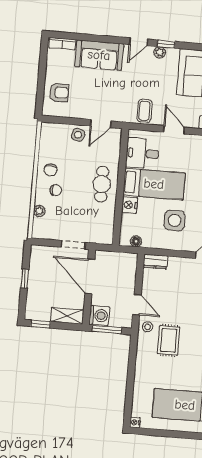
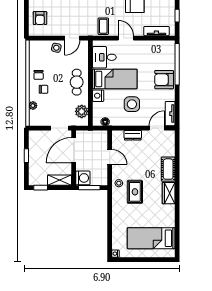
armchair: (59, 92) -> (40, 18), turned 90
plant: (105, 225) -> (82, 111), added
dresser: (156, 262) -> (133, 135), moved
door: (90, 277) -> (74, 150), hinge flipped
door: (137, 305) -> (110, 157), moved

